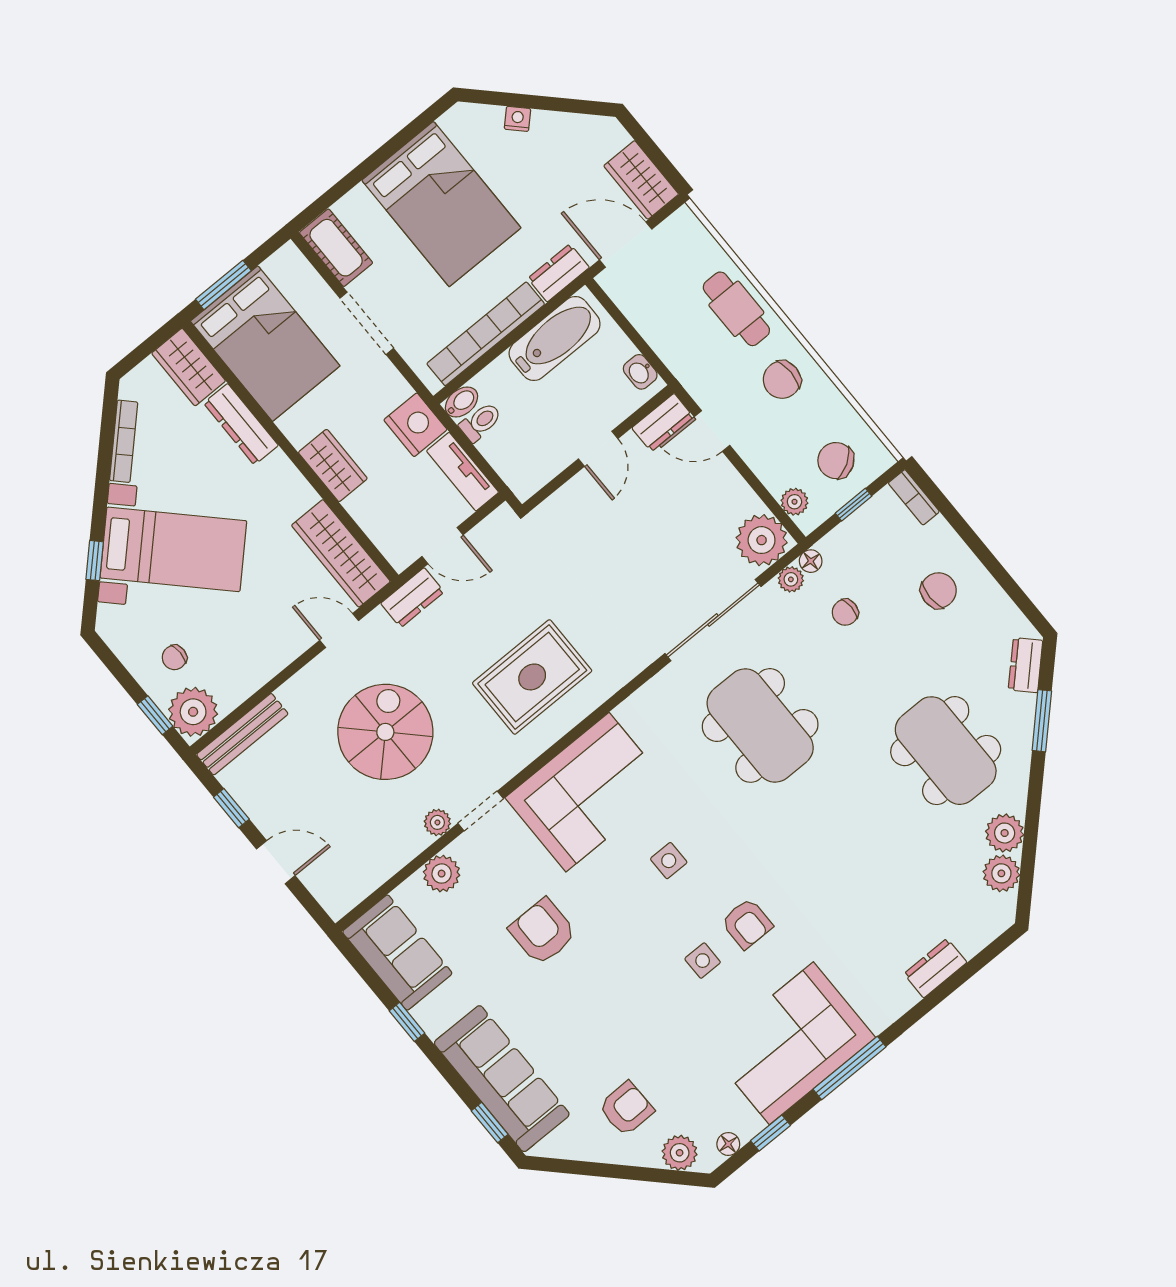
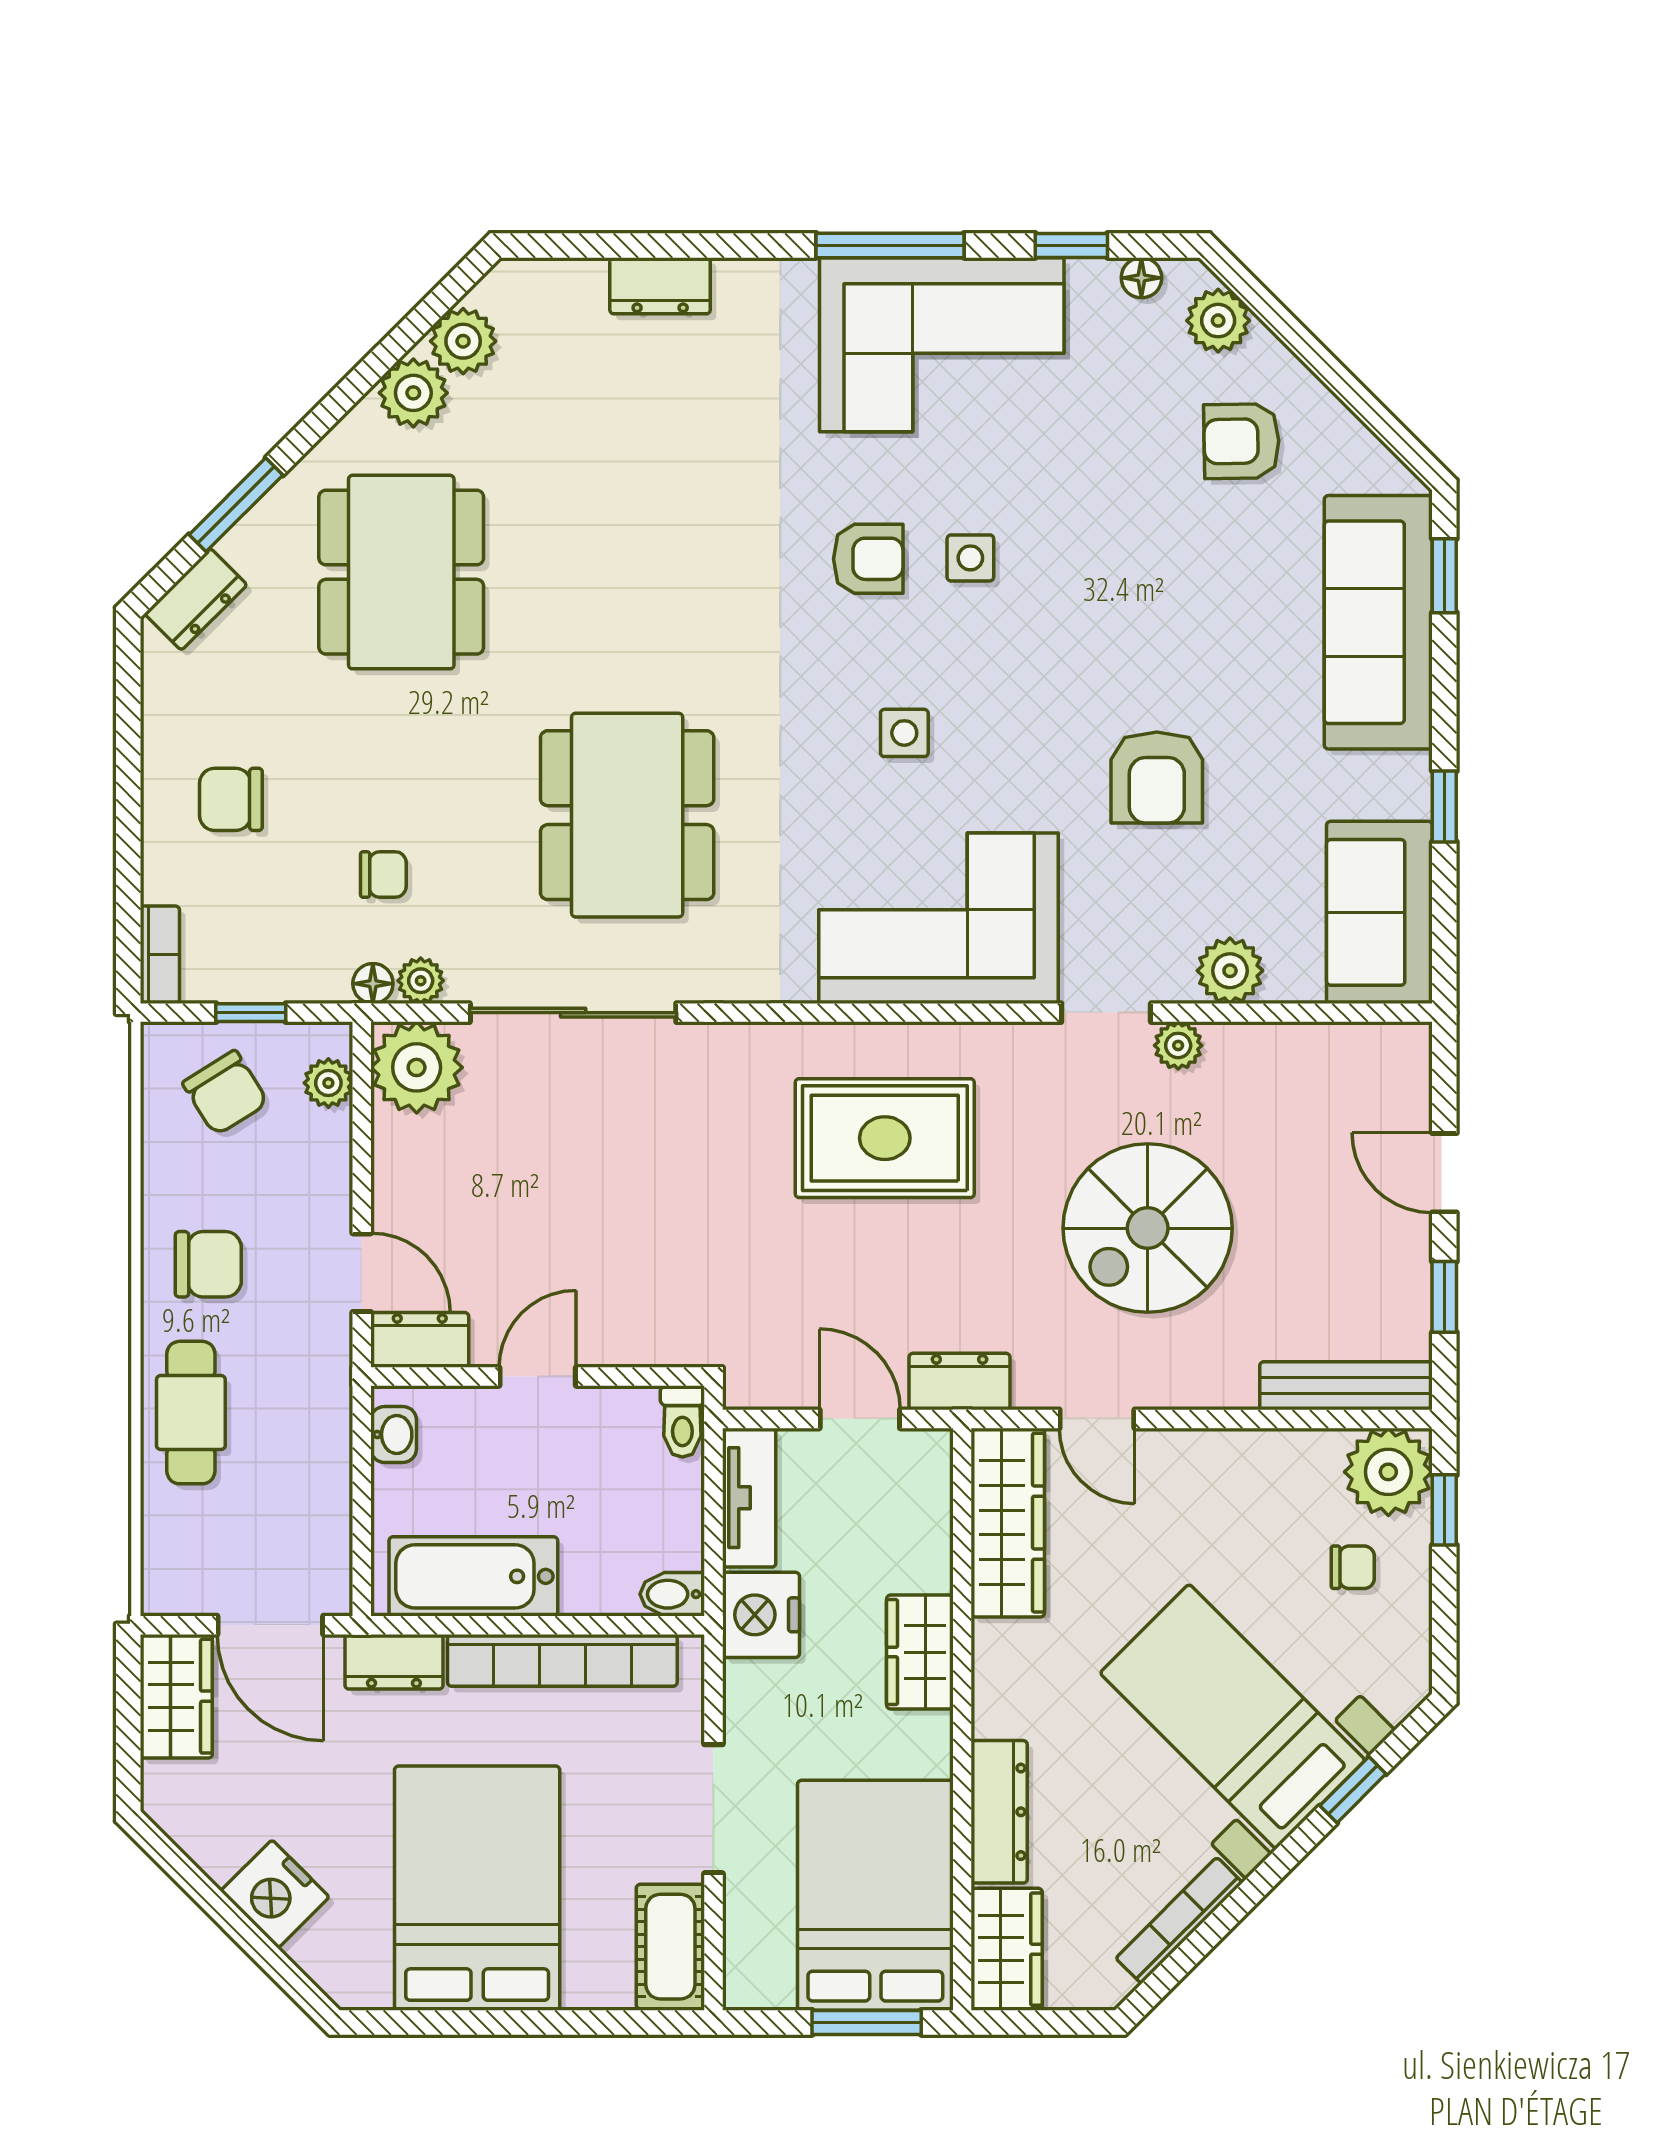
nightstand: (517, 119) -> (275, 1894), width x1.89, depth x1.79
toilet: (481, 422) -> (682, 1421), moved, turned -90
armchair: (747, 924) -> (868, 559), turned 90

